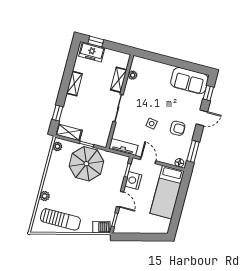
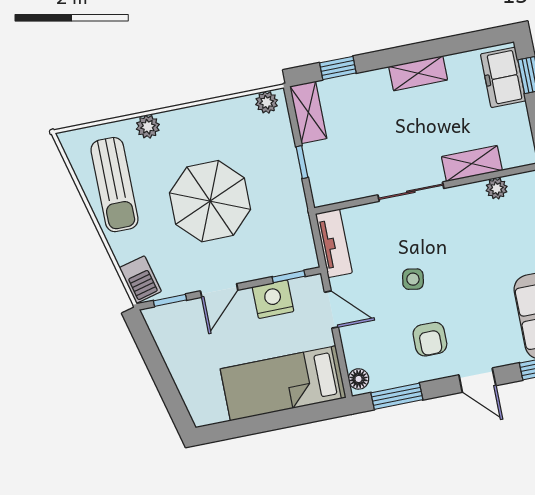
door: (148, 160) -> (331, 310), hinge flipped
parasol: (86, 164) -> (210, 201), moved

